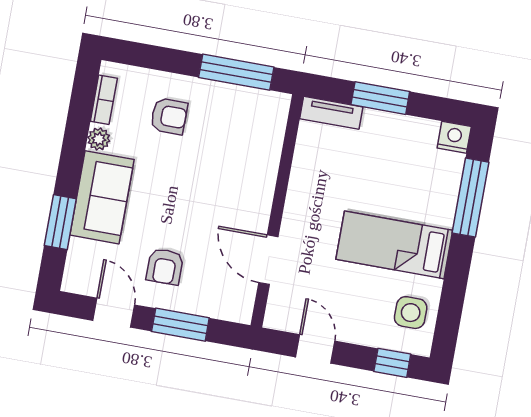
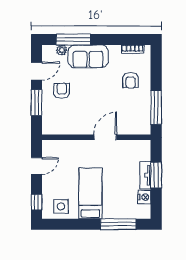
tv unit: (331, 113) -> (145, 175), moved
nightstand: (454, 137) -> (144, 197), moved
plant: (99, 139) -> (62, 50), moved
window: (60, 222) -> (73, 39), width x1.44
door: (268, 260) -> (105, 137), moved
armchair: (165, 267) -> (62, 91), turned 90

